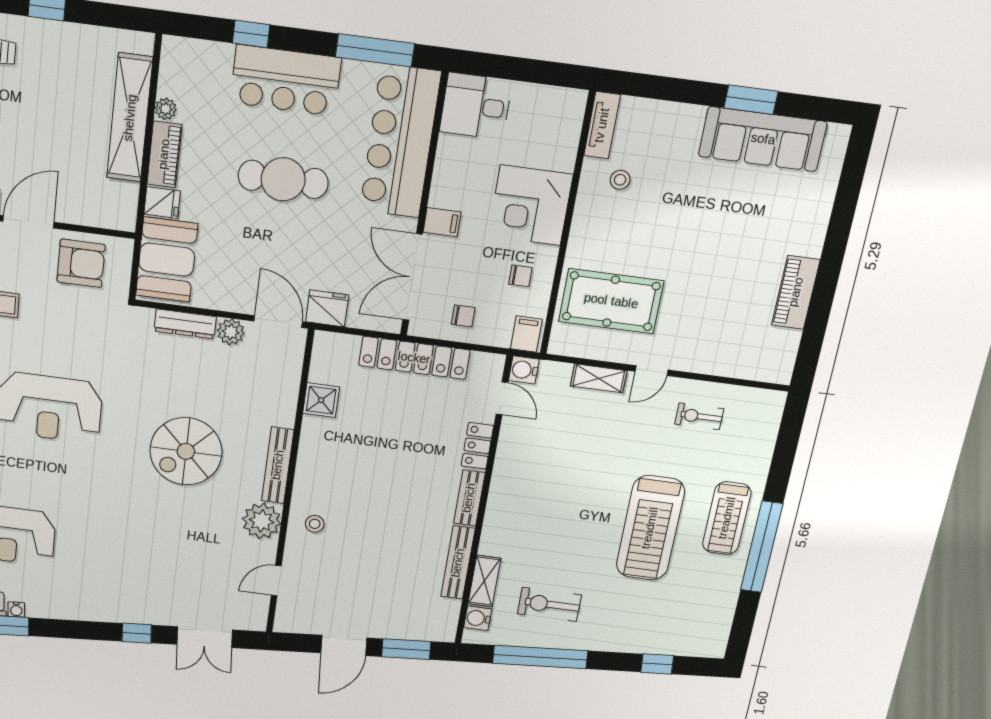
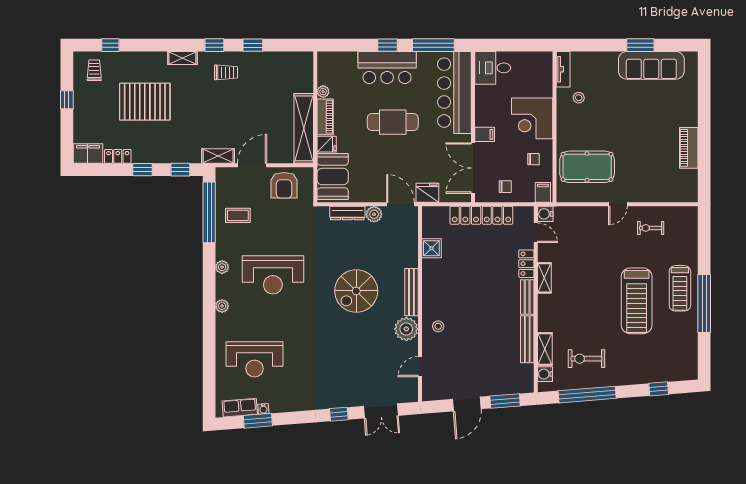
window: (251, 34) -> (388, 45), moved
shelving: (130, 118) -> (304, 128), moved
armchair: (81, 263) -> (284, 185), turned 90
shelving: (599, 378) -> (544, 278), moved, turned 90

